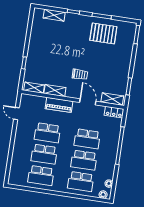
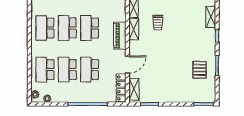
pallet: (103, 33) -> (200, 70), width x0.67, depth x0.71
trolley: (80, 74) -> (158, 23), moved
locker: (114, 112) -> (121, 88), width x1.53

